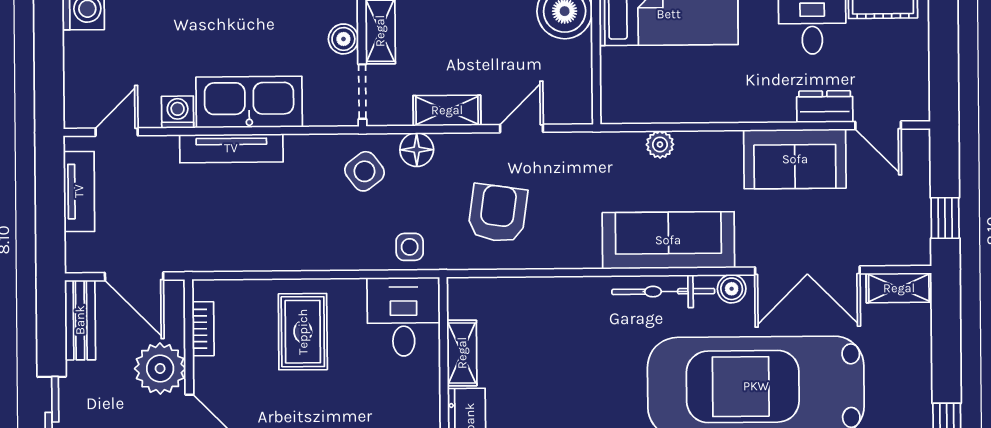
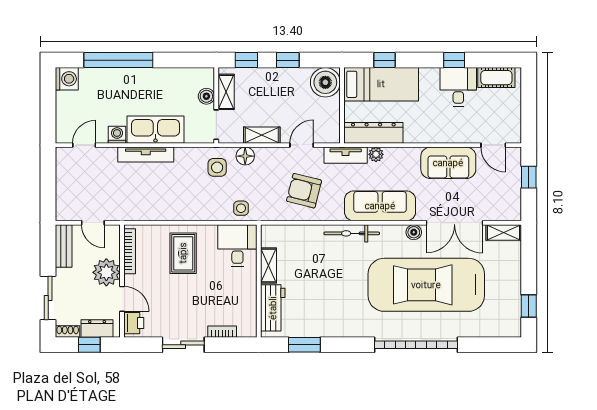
dresser: (825, 107) -> (373, 133), moved, width x1.96, depth x1.24
side table: (364, 171) -> (217, 167), turned 37
tv unit: (79, 191) -> (346, 155), moved, turned 90
armchair: (498, 213) -> (304, 191), moved, turned -84
window: (945, 218) -> (529, 177), moved
door: (134, 276) -> (93, 223), width x0.73
bicycle: (663, 291) -> (352, 233), moved
bookcase: (203, 329) -> (130, 251), width x1.56

